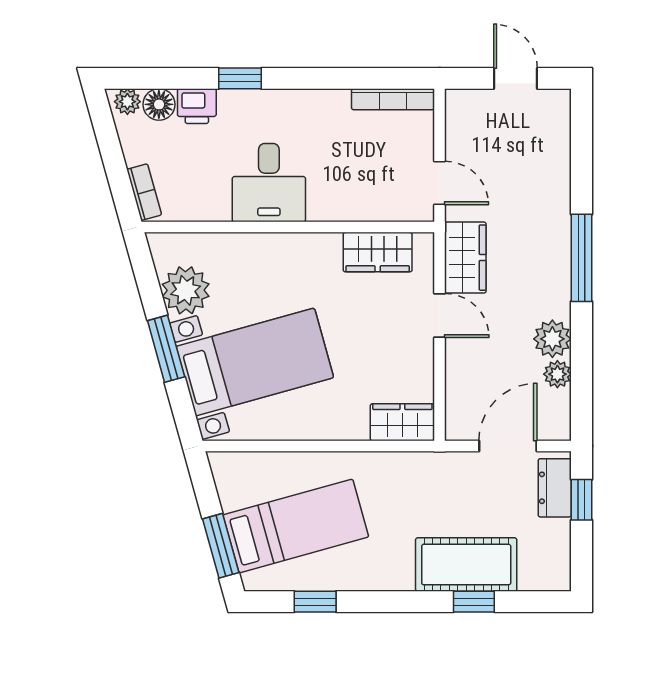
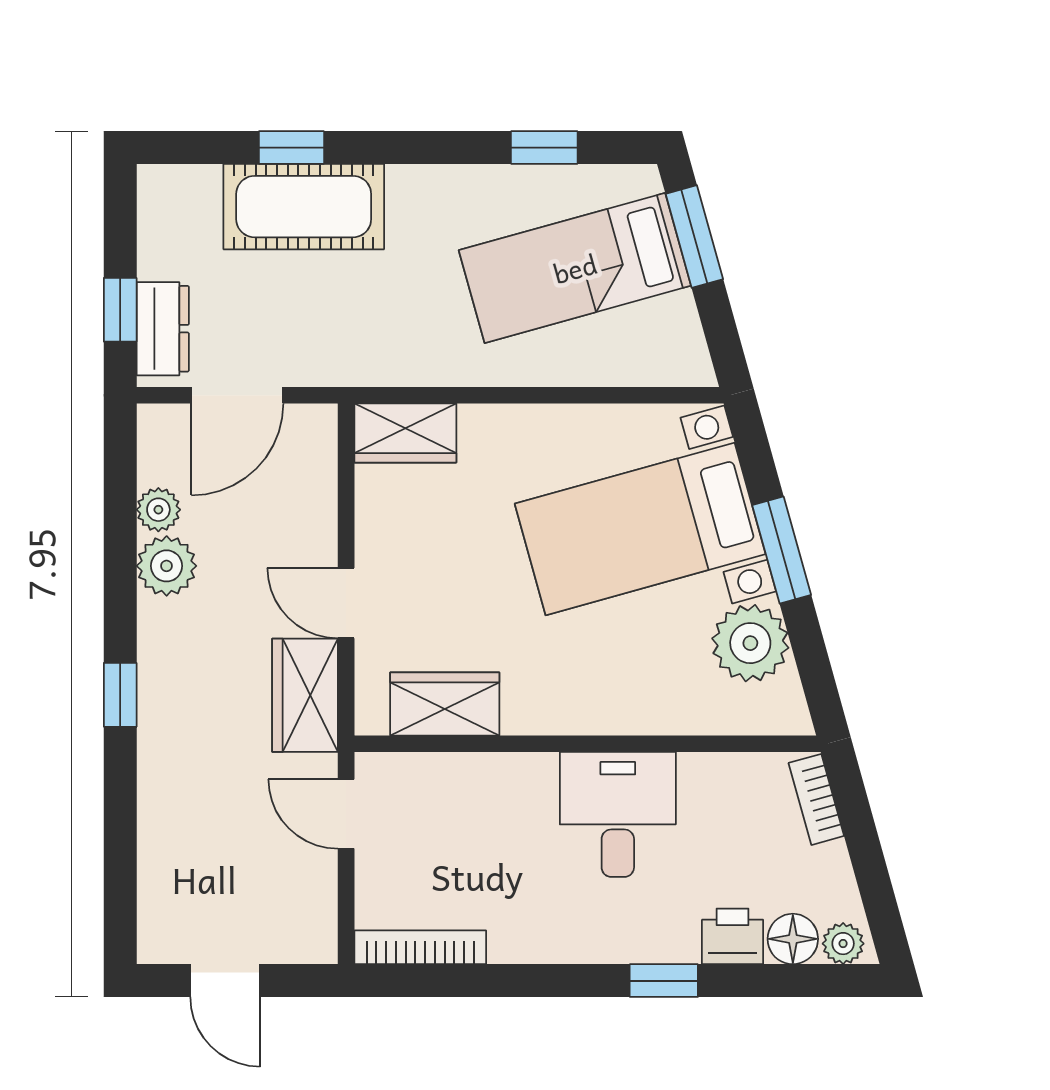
window: (581, 258) -> (120, 695), width x0.46

